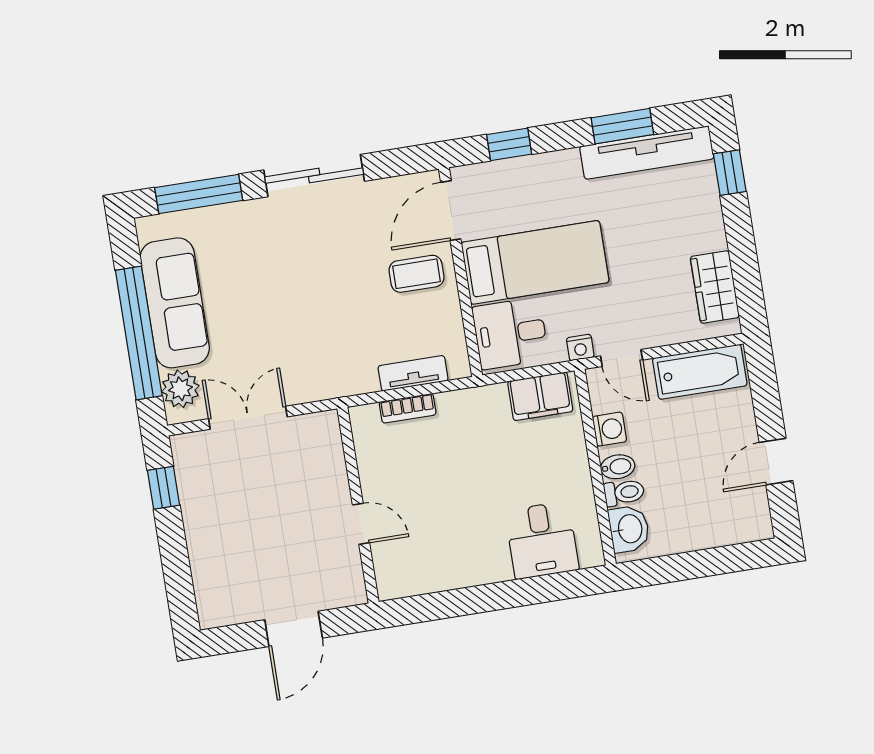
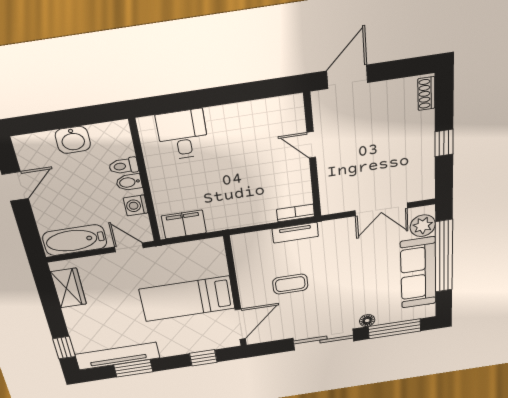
floor lamp: (246, 212) -> (367, 321), added
coffee table: (416, 274) -> (290, 284), moved
desk: (510, 333) -> (204, 260), removed
nightstand: (580, 348) -> (157, 253), removed
tv unit: (413, 373) -> (295, 233), moved
bookcase: (408, 408) -> (296, 213), moved
window: (164, 488) -> (444, 143), moved
washbasin: (629, 529) -> (73, 140), moved, turned -90
shoe rack: (207, 601) -> (426, 94), added
door: (294, 629) -> (347, 77), moved

